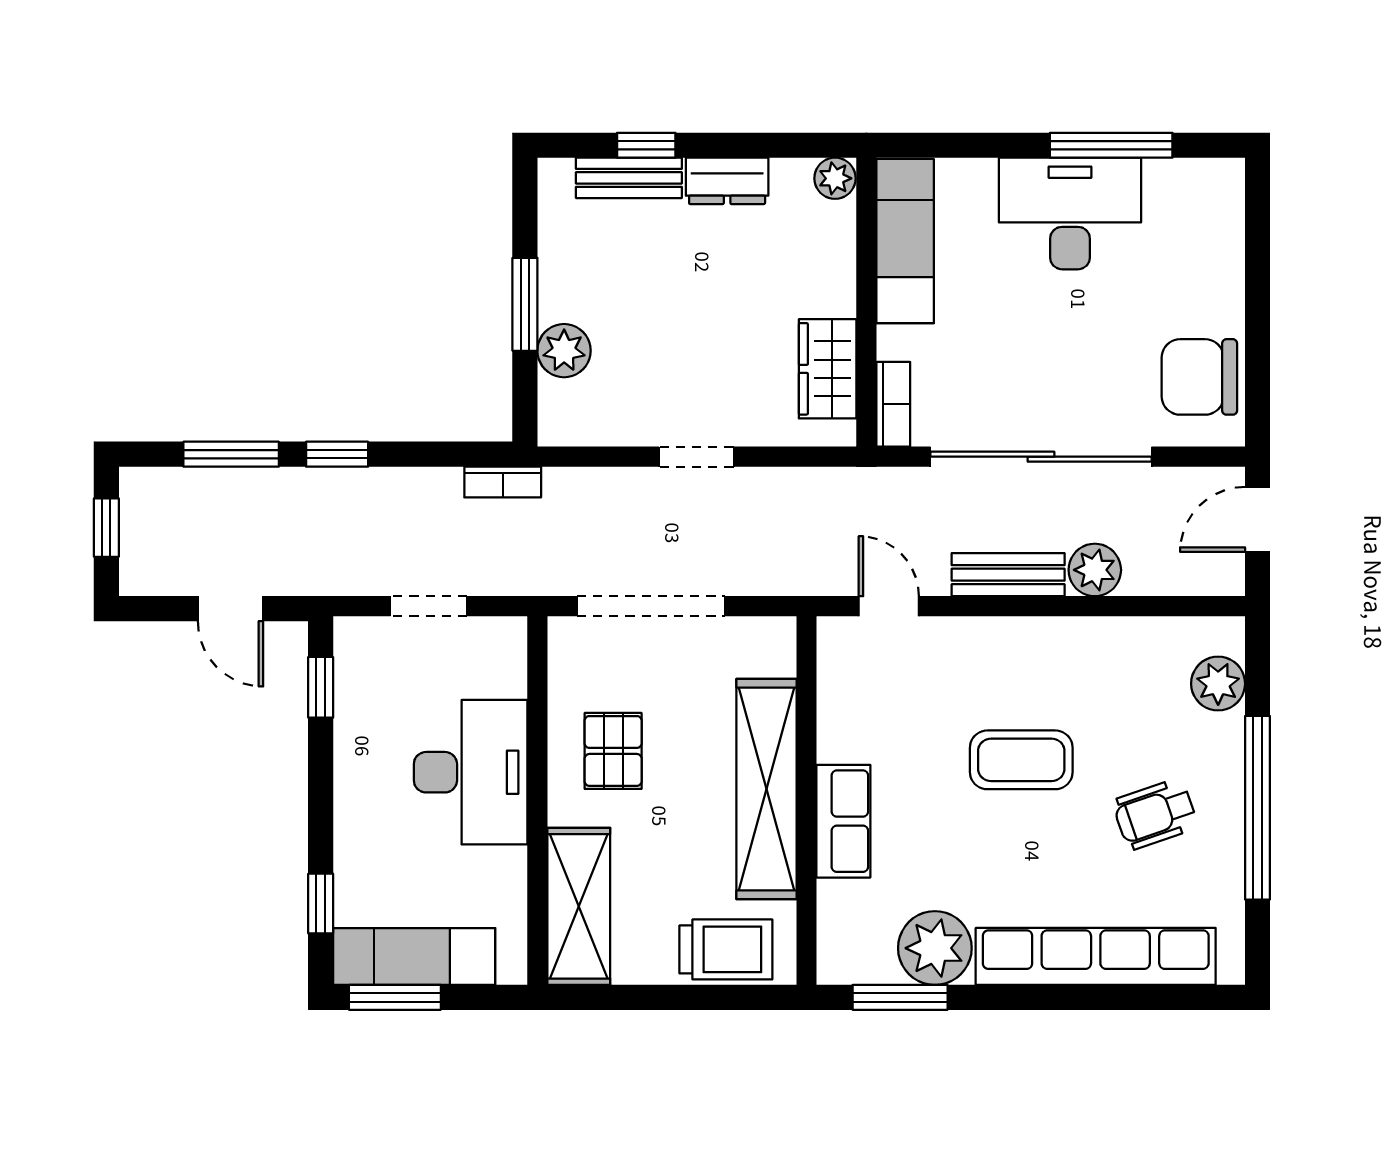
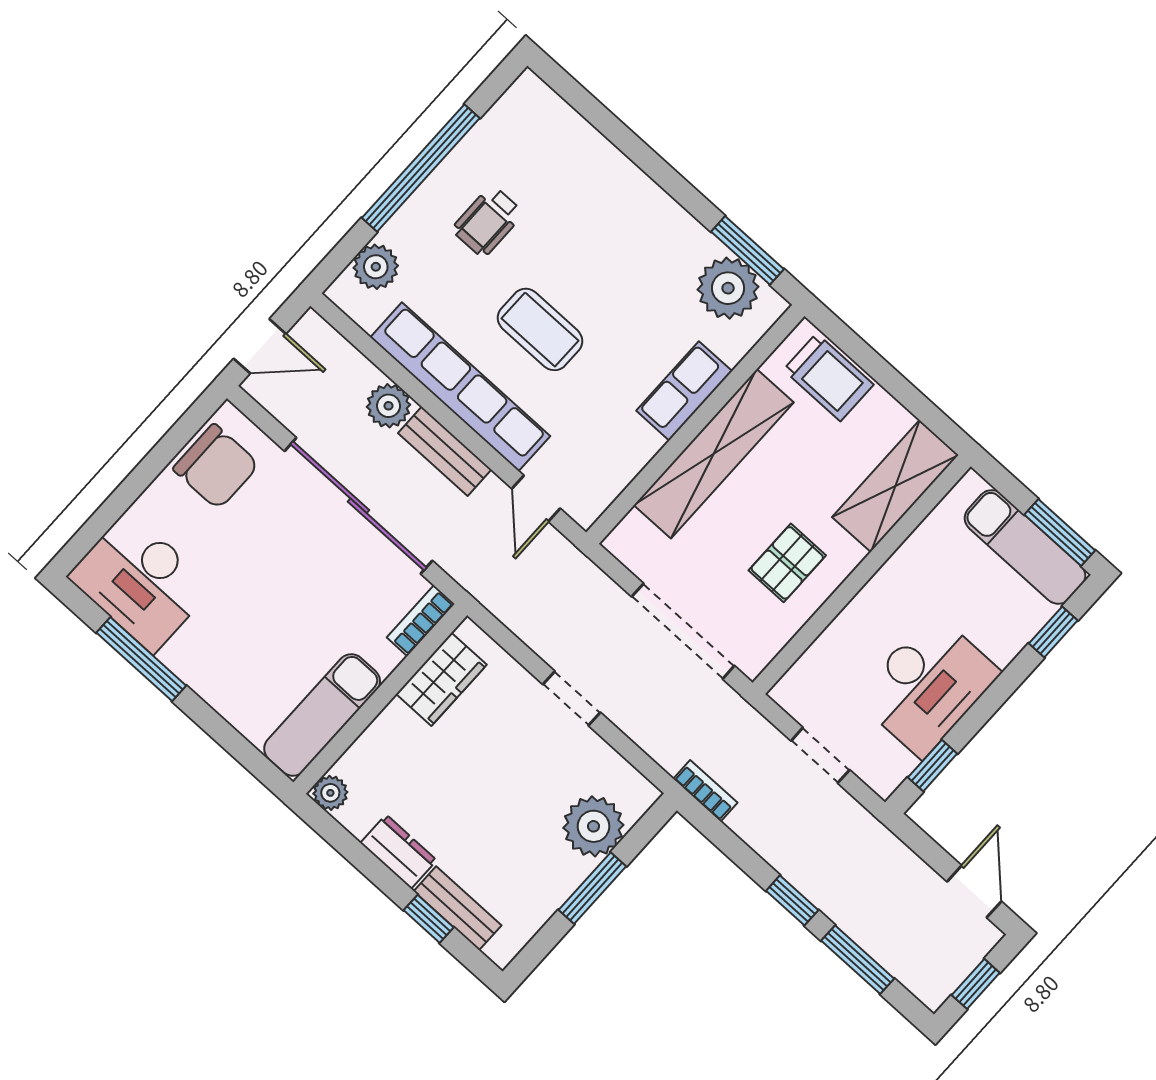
desk: (1070, 213) -> (141, 582), moved
plant: (564, 351) -> (593, 826), width x1.36, depth x1.36
door: (231, 609) -> (974, 892), moved
desk: (471, 772) -> (928, 685), moved, turned 180
wheelchair: (1155, 814) -> (488, 221), turned 109
plant: (935, 948) -> (728, 288), moved
trolley: (726, 949) -> (828, 377), turned 180
row of seats: (1096, 956) -> (460, 387), moved, turned 180

